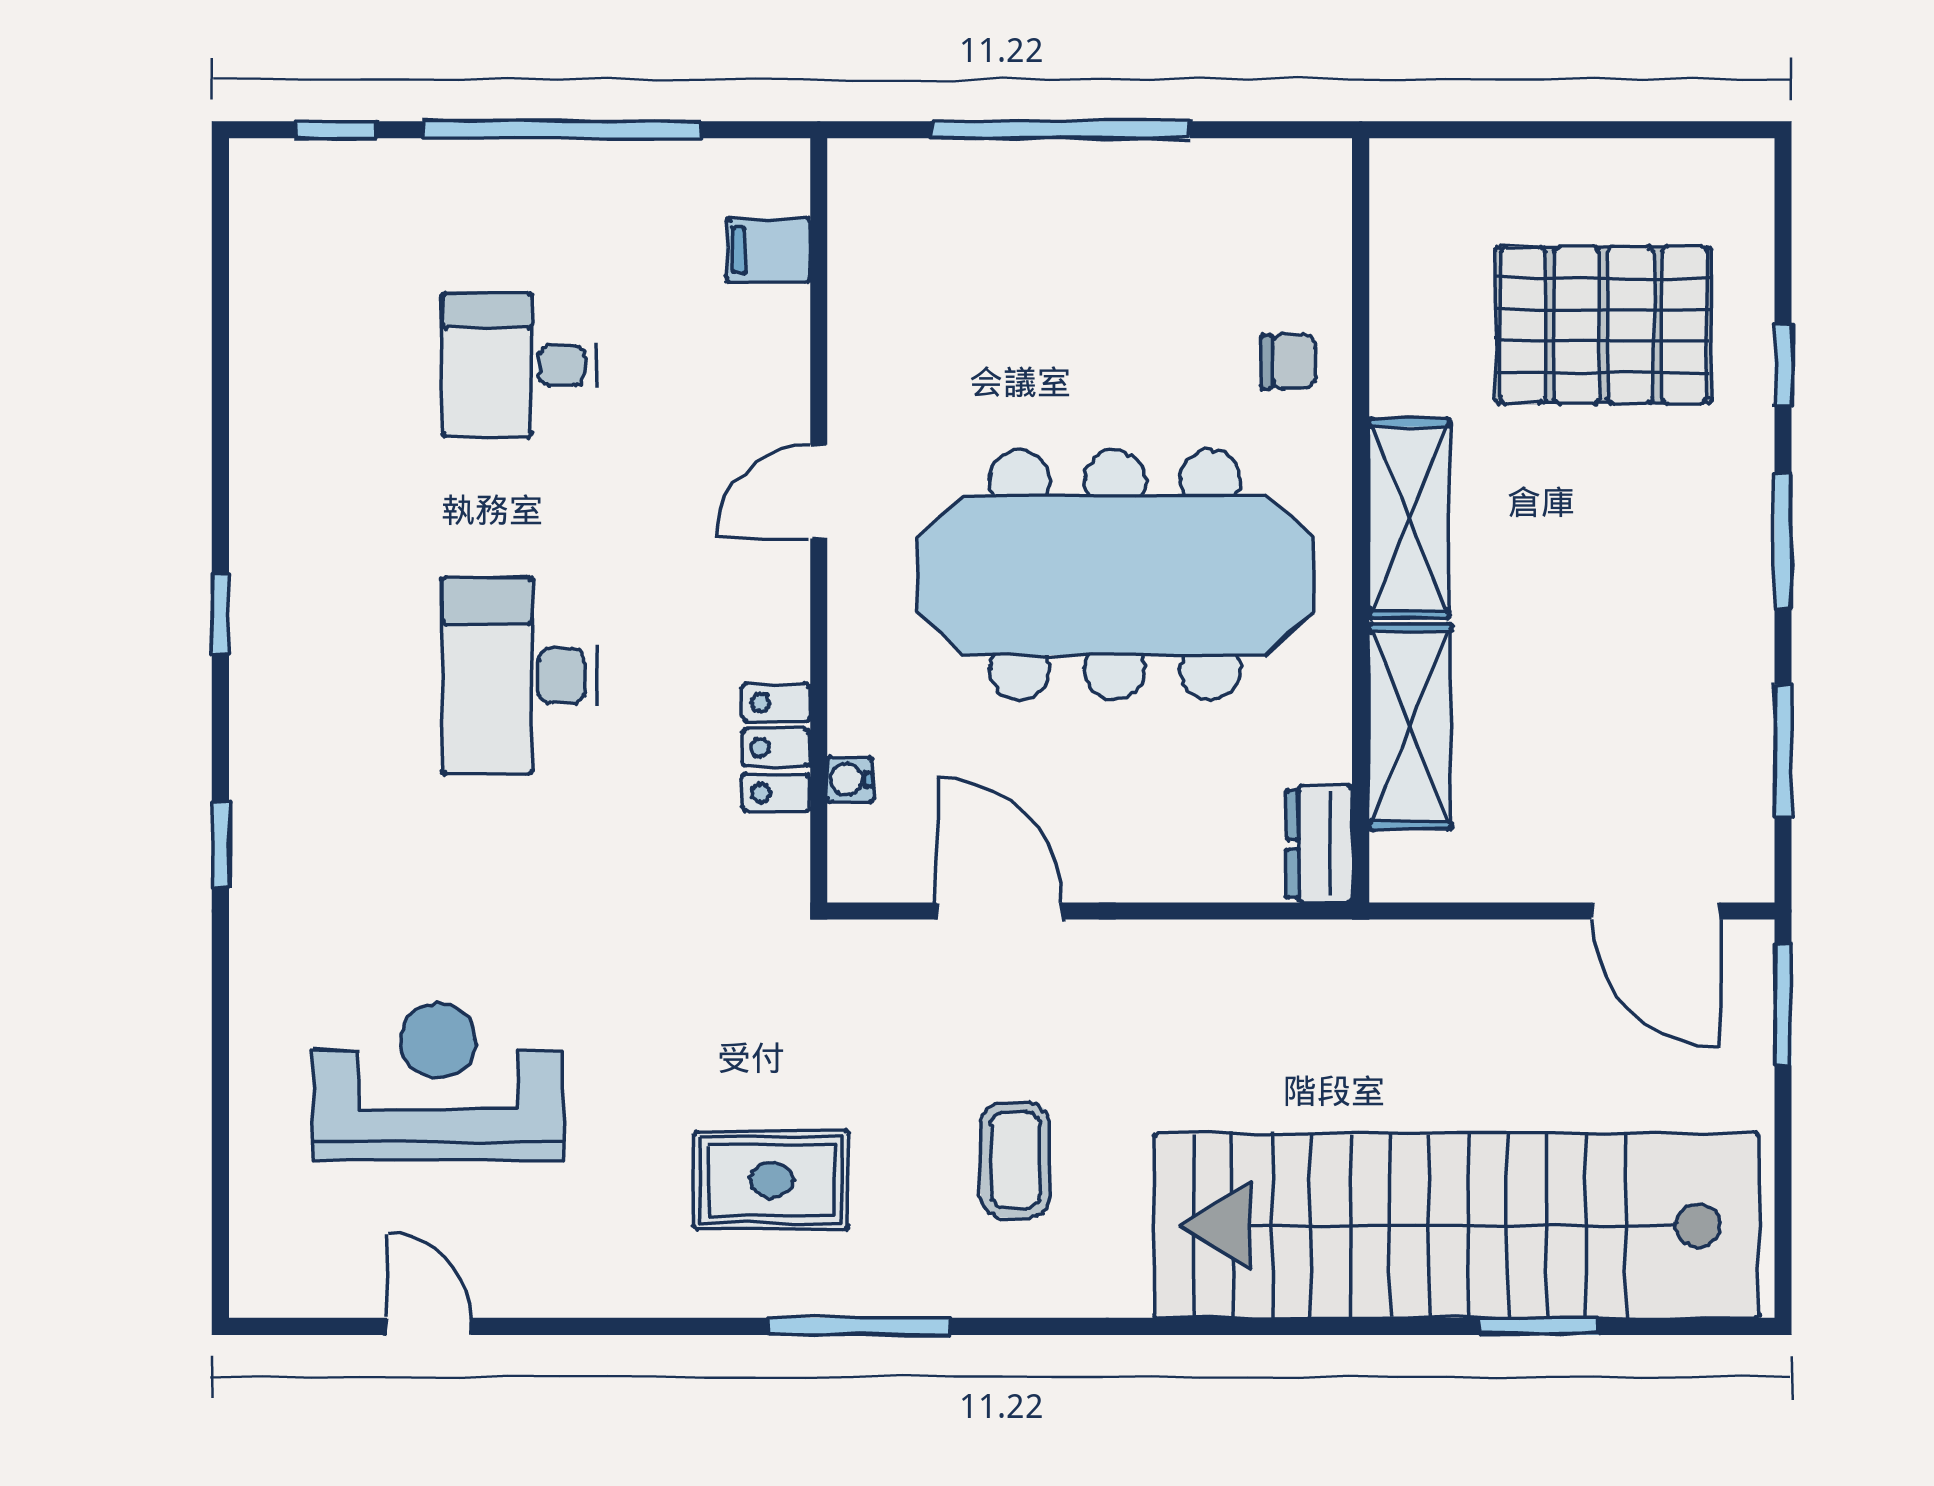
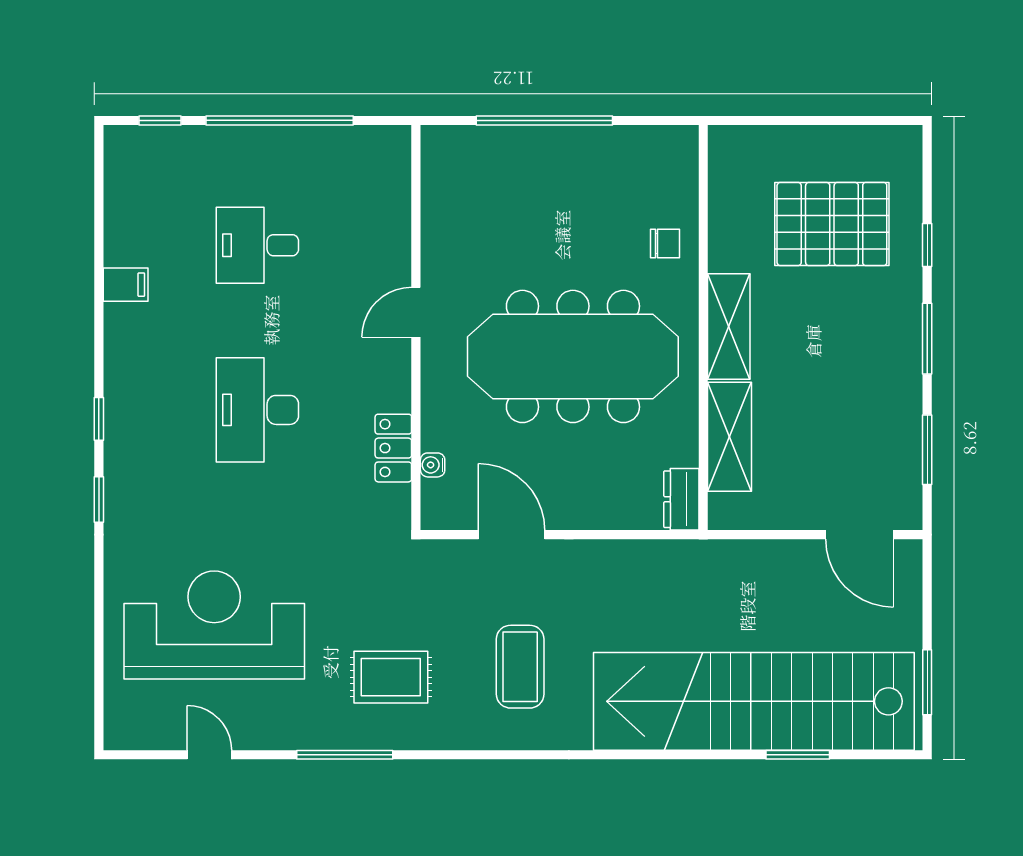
filing cabinet: (768, 250) -> (126, 285), moved, turned 180
window: (220, 615) -> (99, 419), moved
window: (1783, 1004) -> (927, 682), moved
reception desk: (438, 1081) -> (214, 625), width x1.36, depth x1.30
coffee table: (1015, 1160) -> (520, 667), width x1.36, depth x1.30
window: (859, 1326) -> (345, 755), moved

